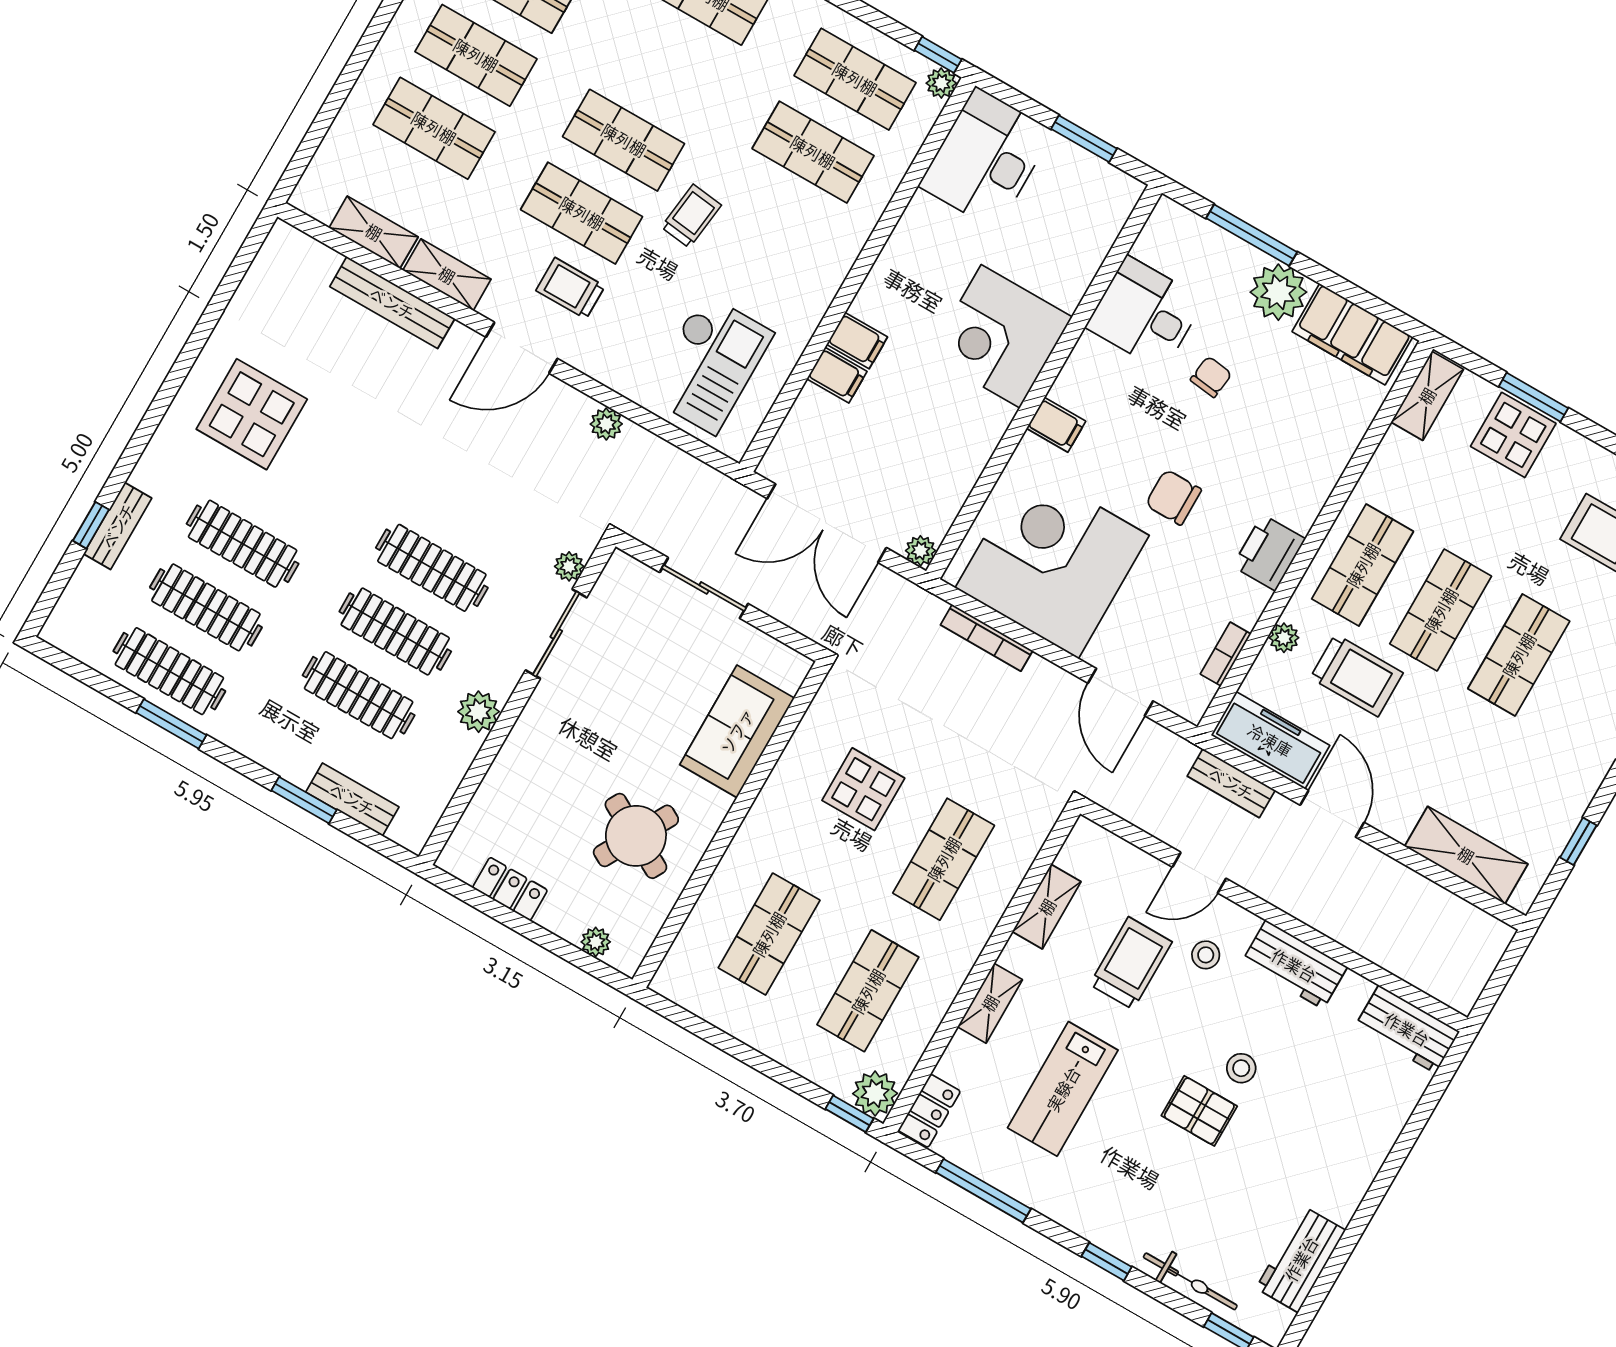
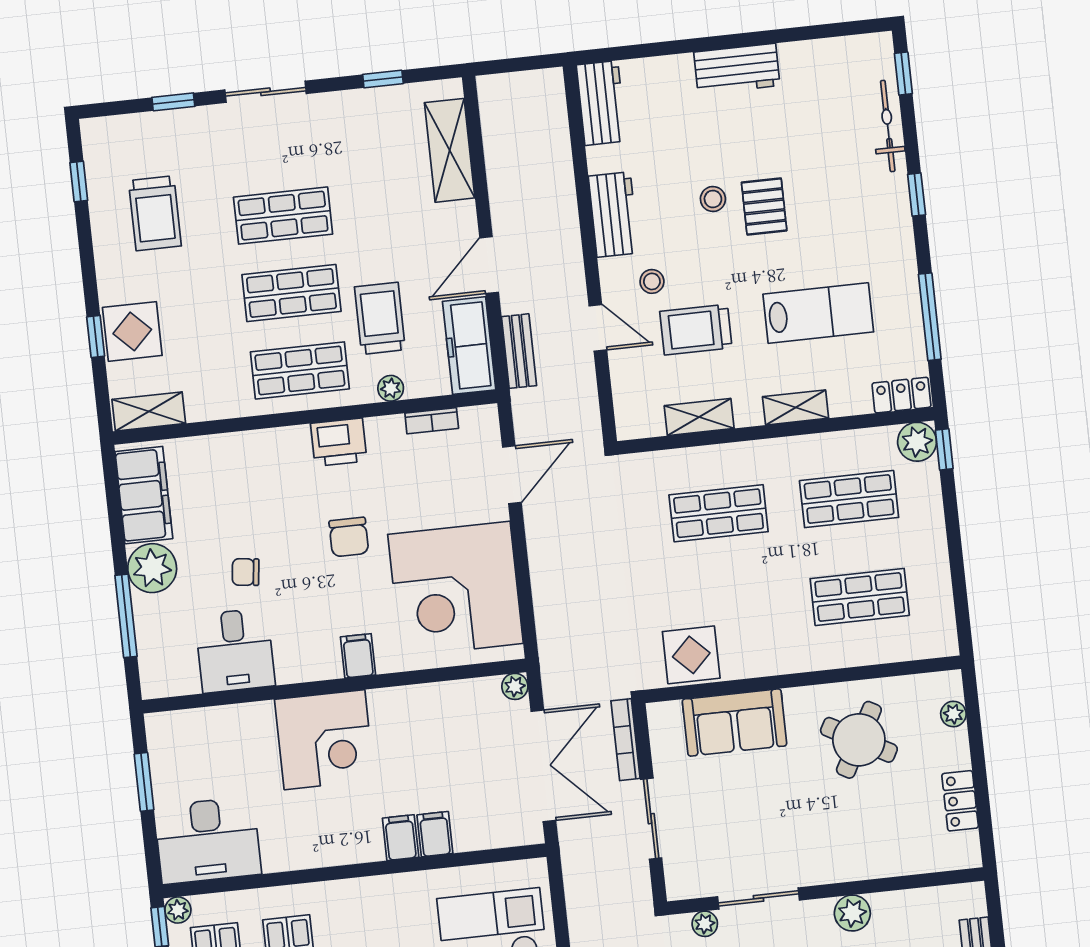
window: (1533, 397) -> (96, 337), width x0.67
bookcase: (987, 638) -> (625, 740), moved, turned 180
display table: (863, 789) -> (691, 655), moved
workbench: (1301, 1259) -> (737, 69), moved

